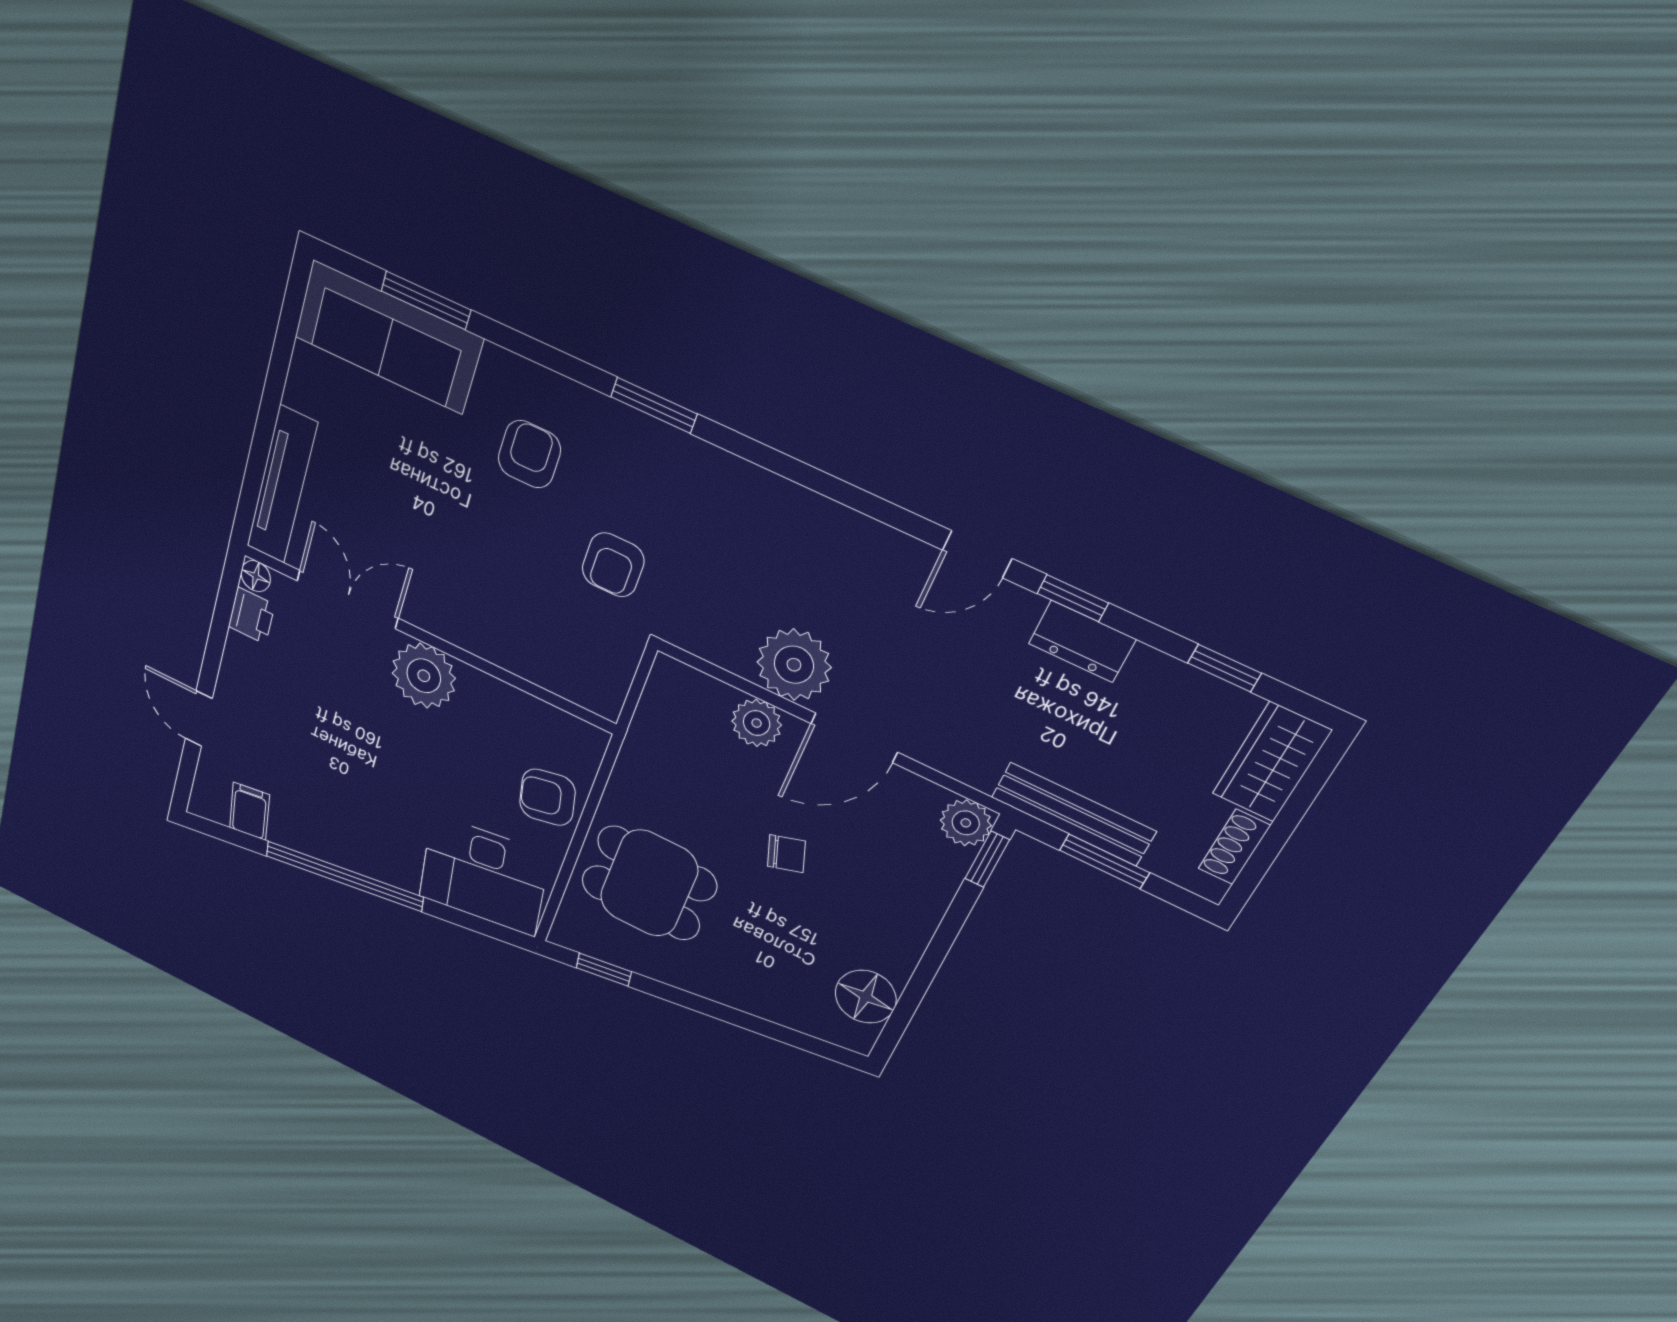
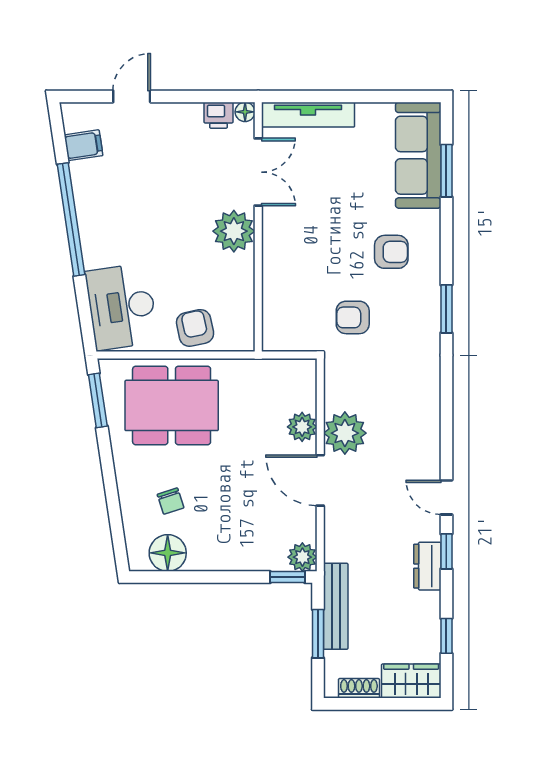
chair: (786, 854) -> (171, 501), moved
dining table: (649, 883) -> (172, 405), width x1.38
window: (604, 970) -> (98, 400), width x1.50

